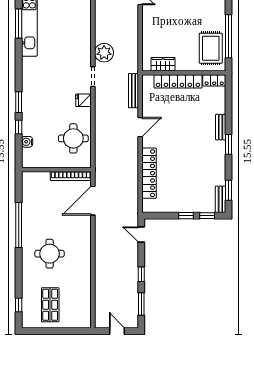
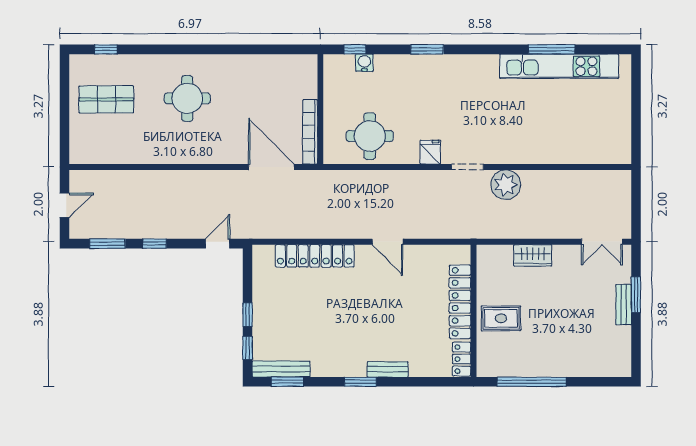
rug: (211, 48) -> (501, 318), moved, width x0.73, depth x0.70
wardrobe: (163, 64) -> (533, 255), moved, turned 90
bench: (133, 91) -> (445, 231), removed
window: (19, 127) -> (355, 49), moved
bench: (220, 199) -> (281, 369), width x1.36
window: (19, 225) -> (233, 49), removed

